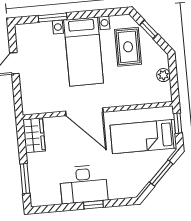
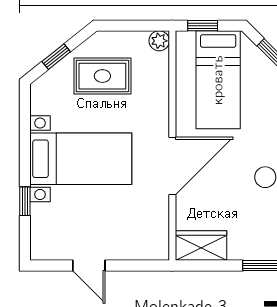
window: (53, 18) -> (25, 201), width x0.67
rug: (128, 47) -> (102, 76), moved
plant: (163, 75) -> (159, 41), moved

